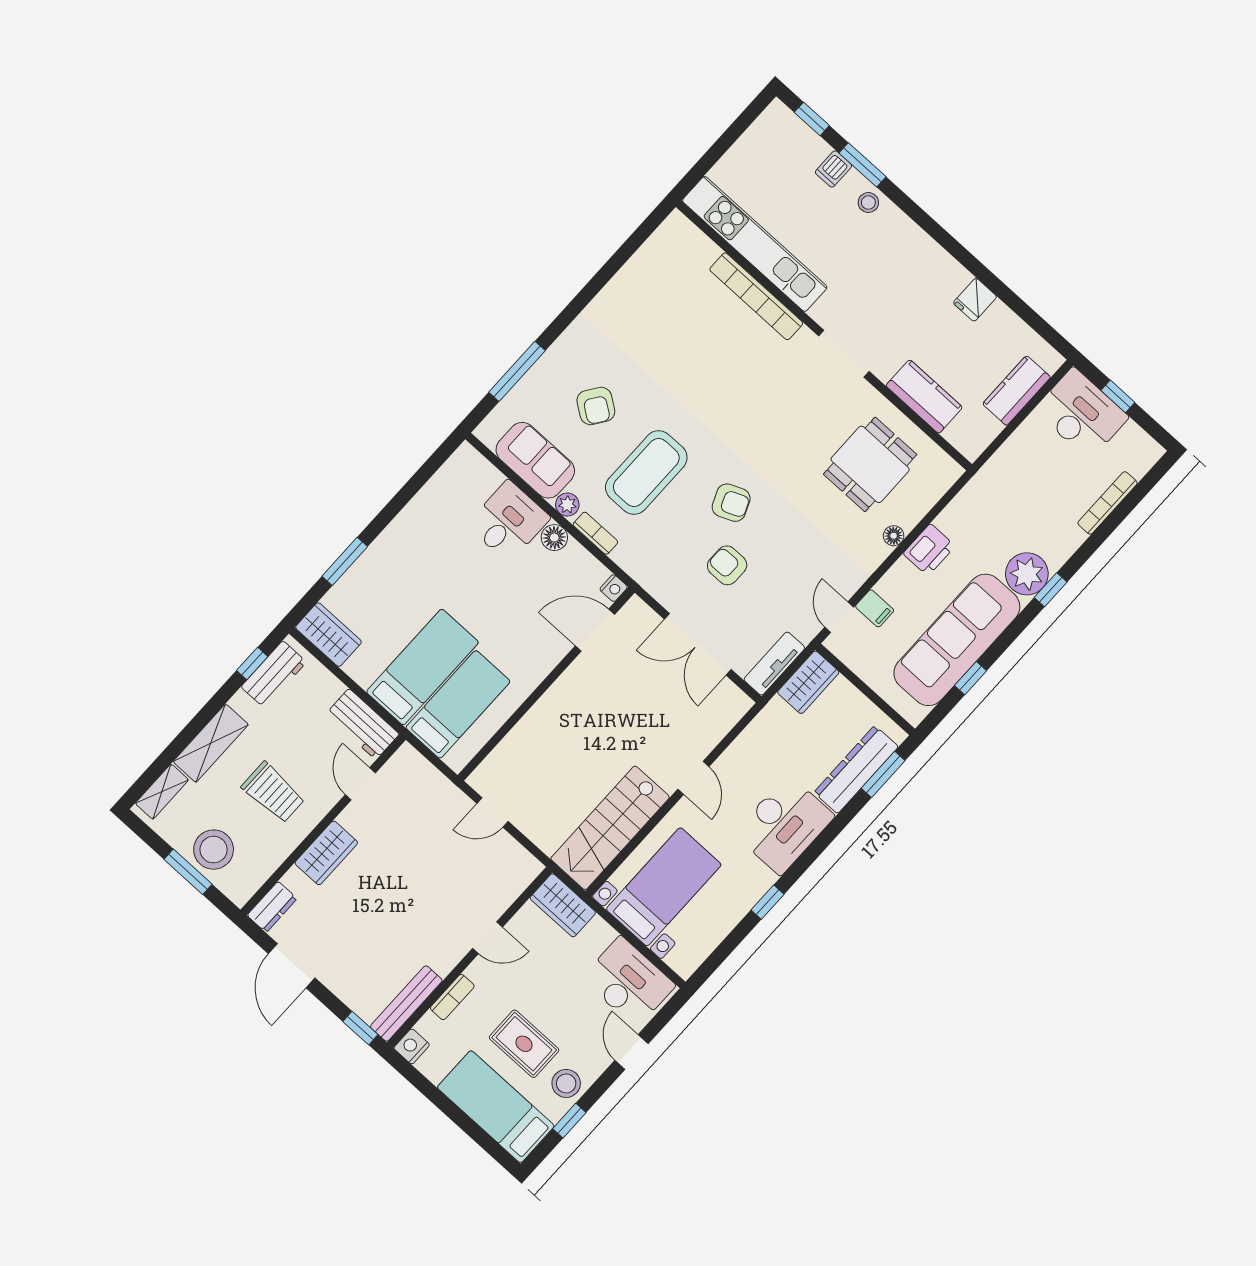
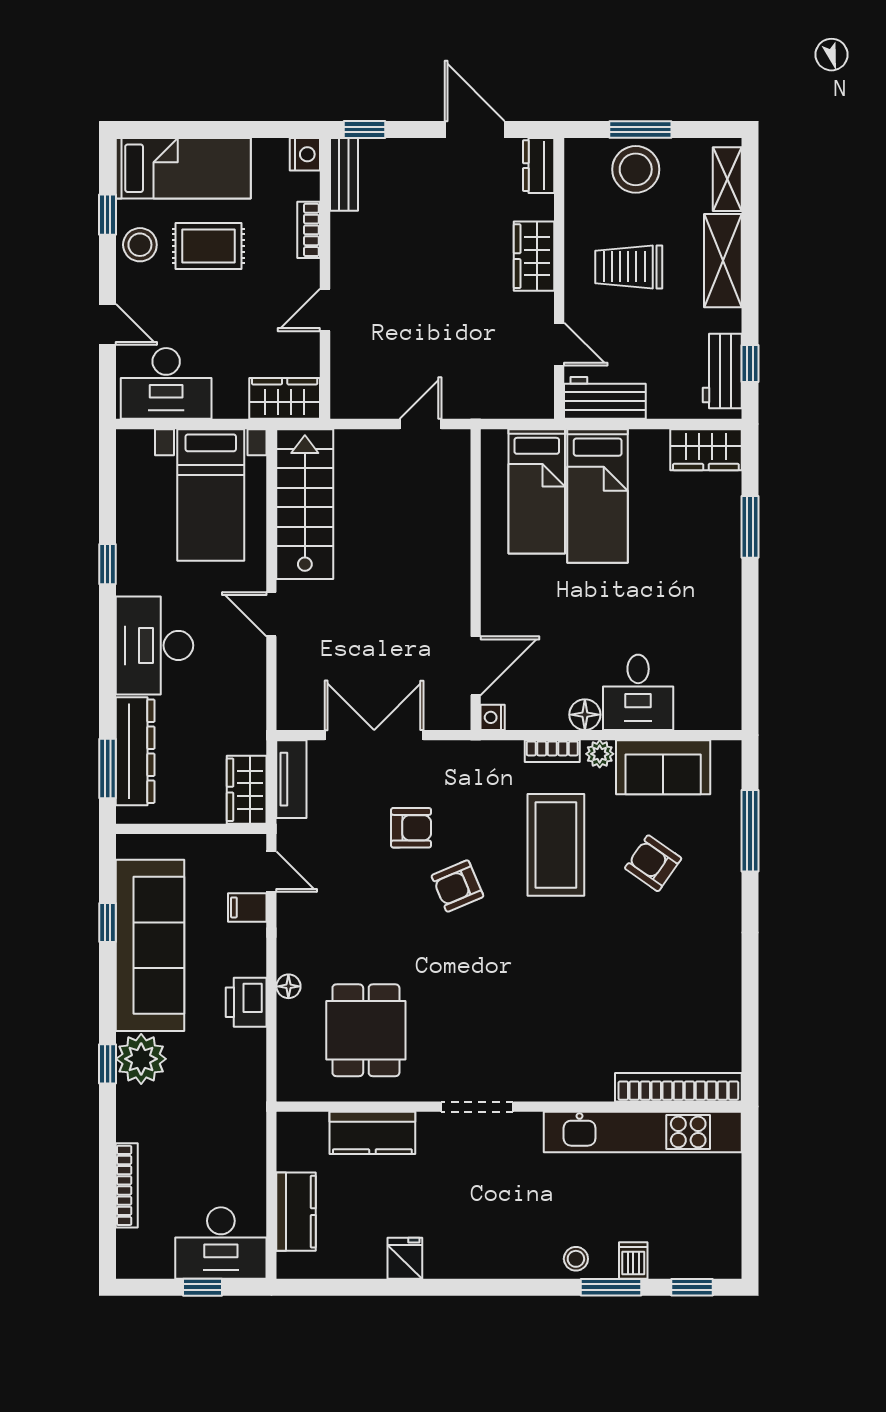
bookcase: (756, 296) -> (678, 1087), moved
bench: (406, 1003) -> (344, 174), width x0.73

